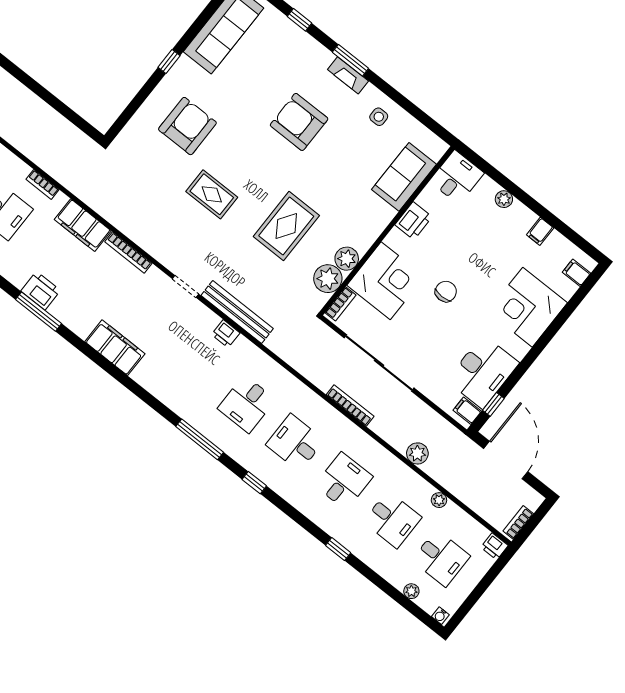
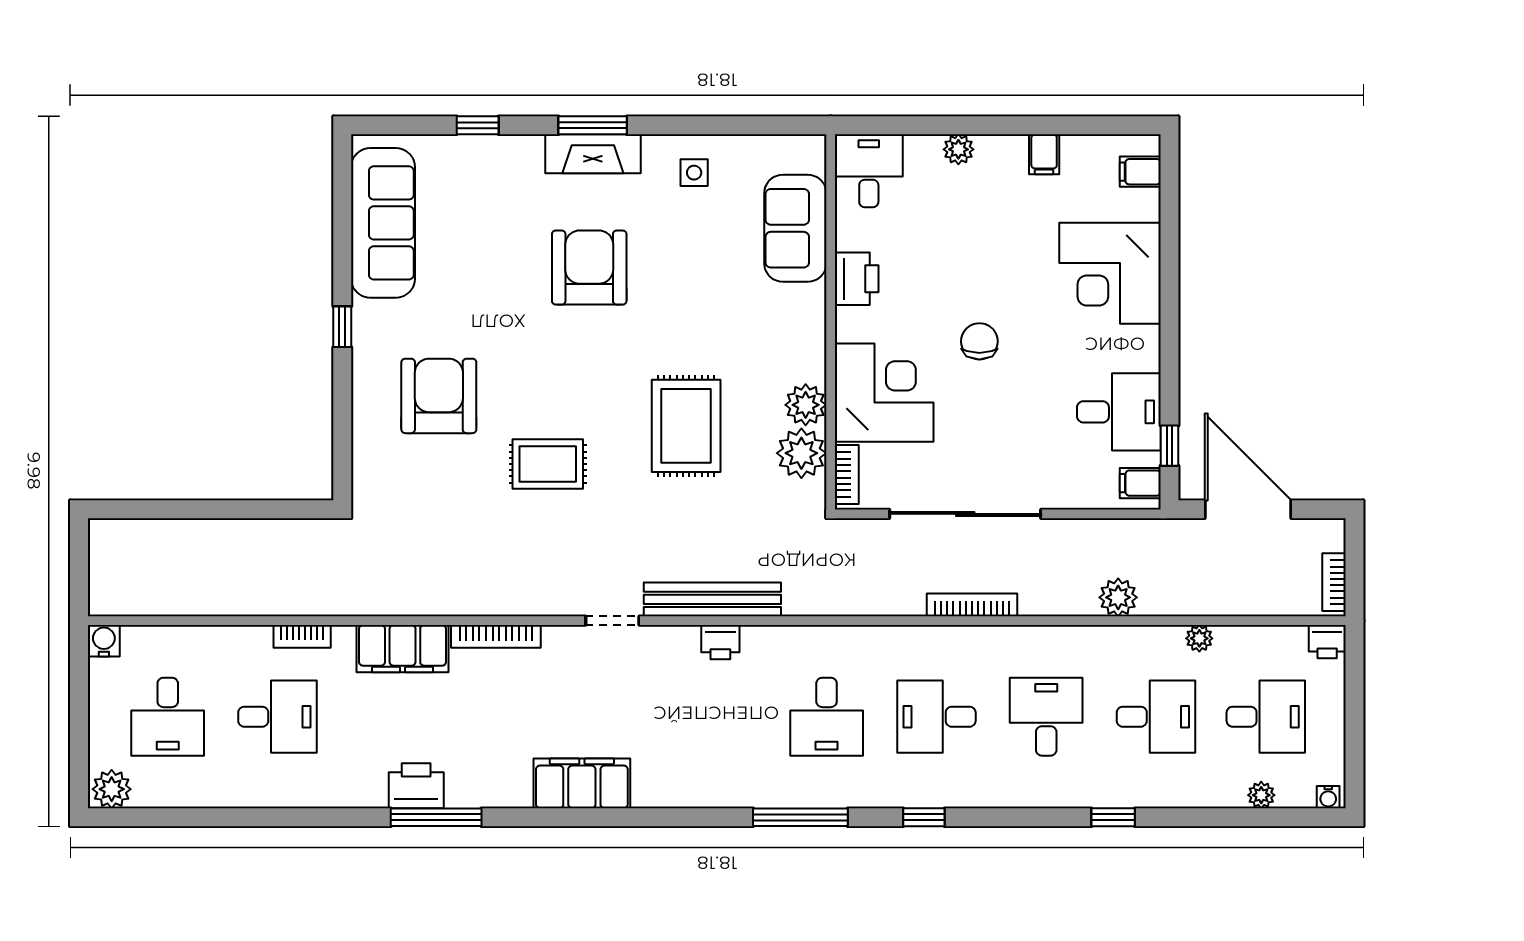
fireplace: (348, 75) -> (593, 154), width x1.37, depth x1.32
armchair: (299, 122) -> (589, 268), turned 90
desk: (483, 372) -> (1119, 412), width x0.73

